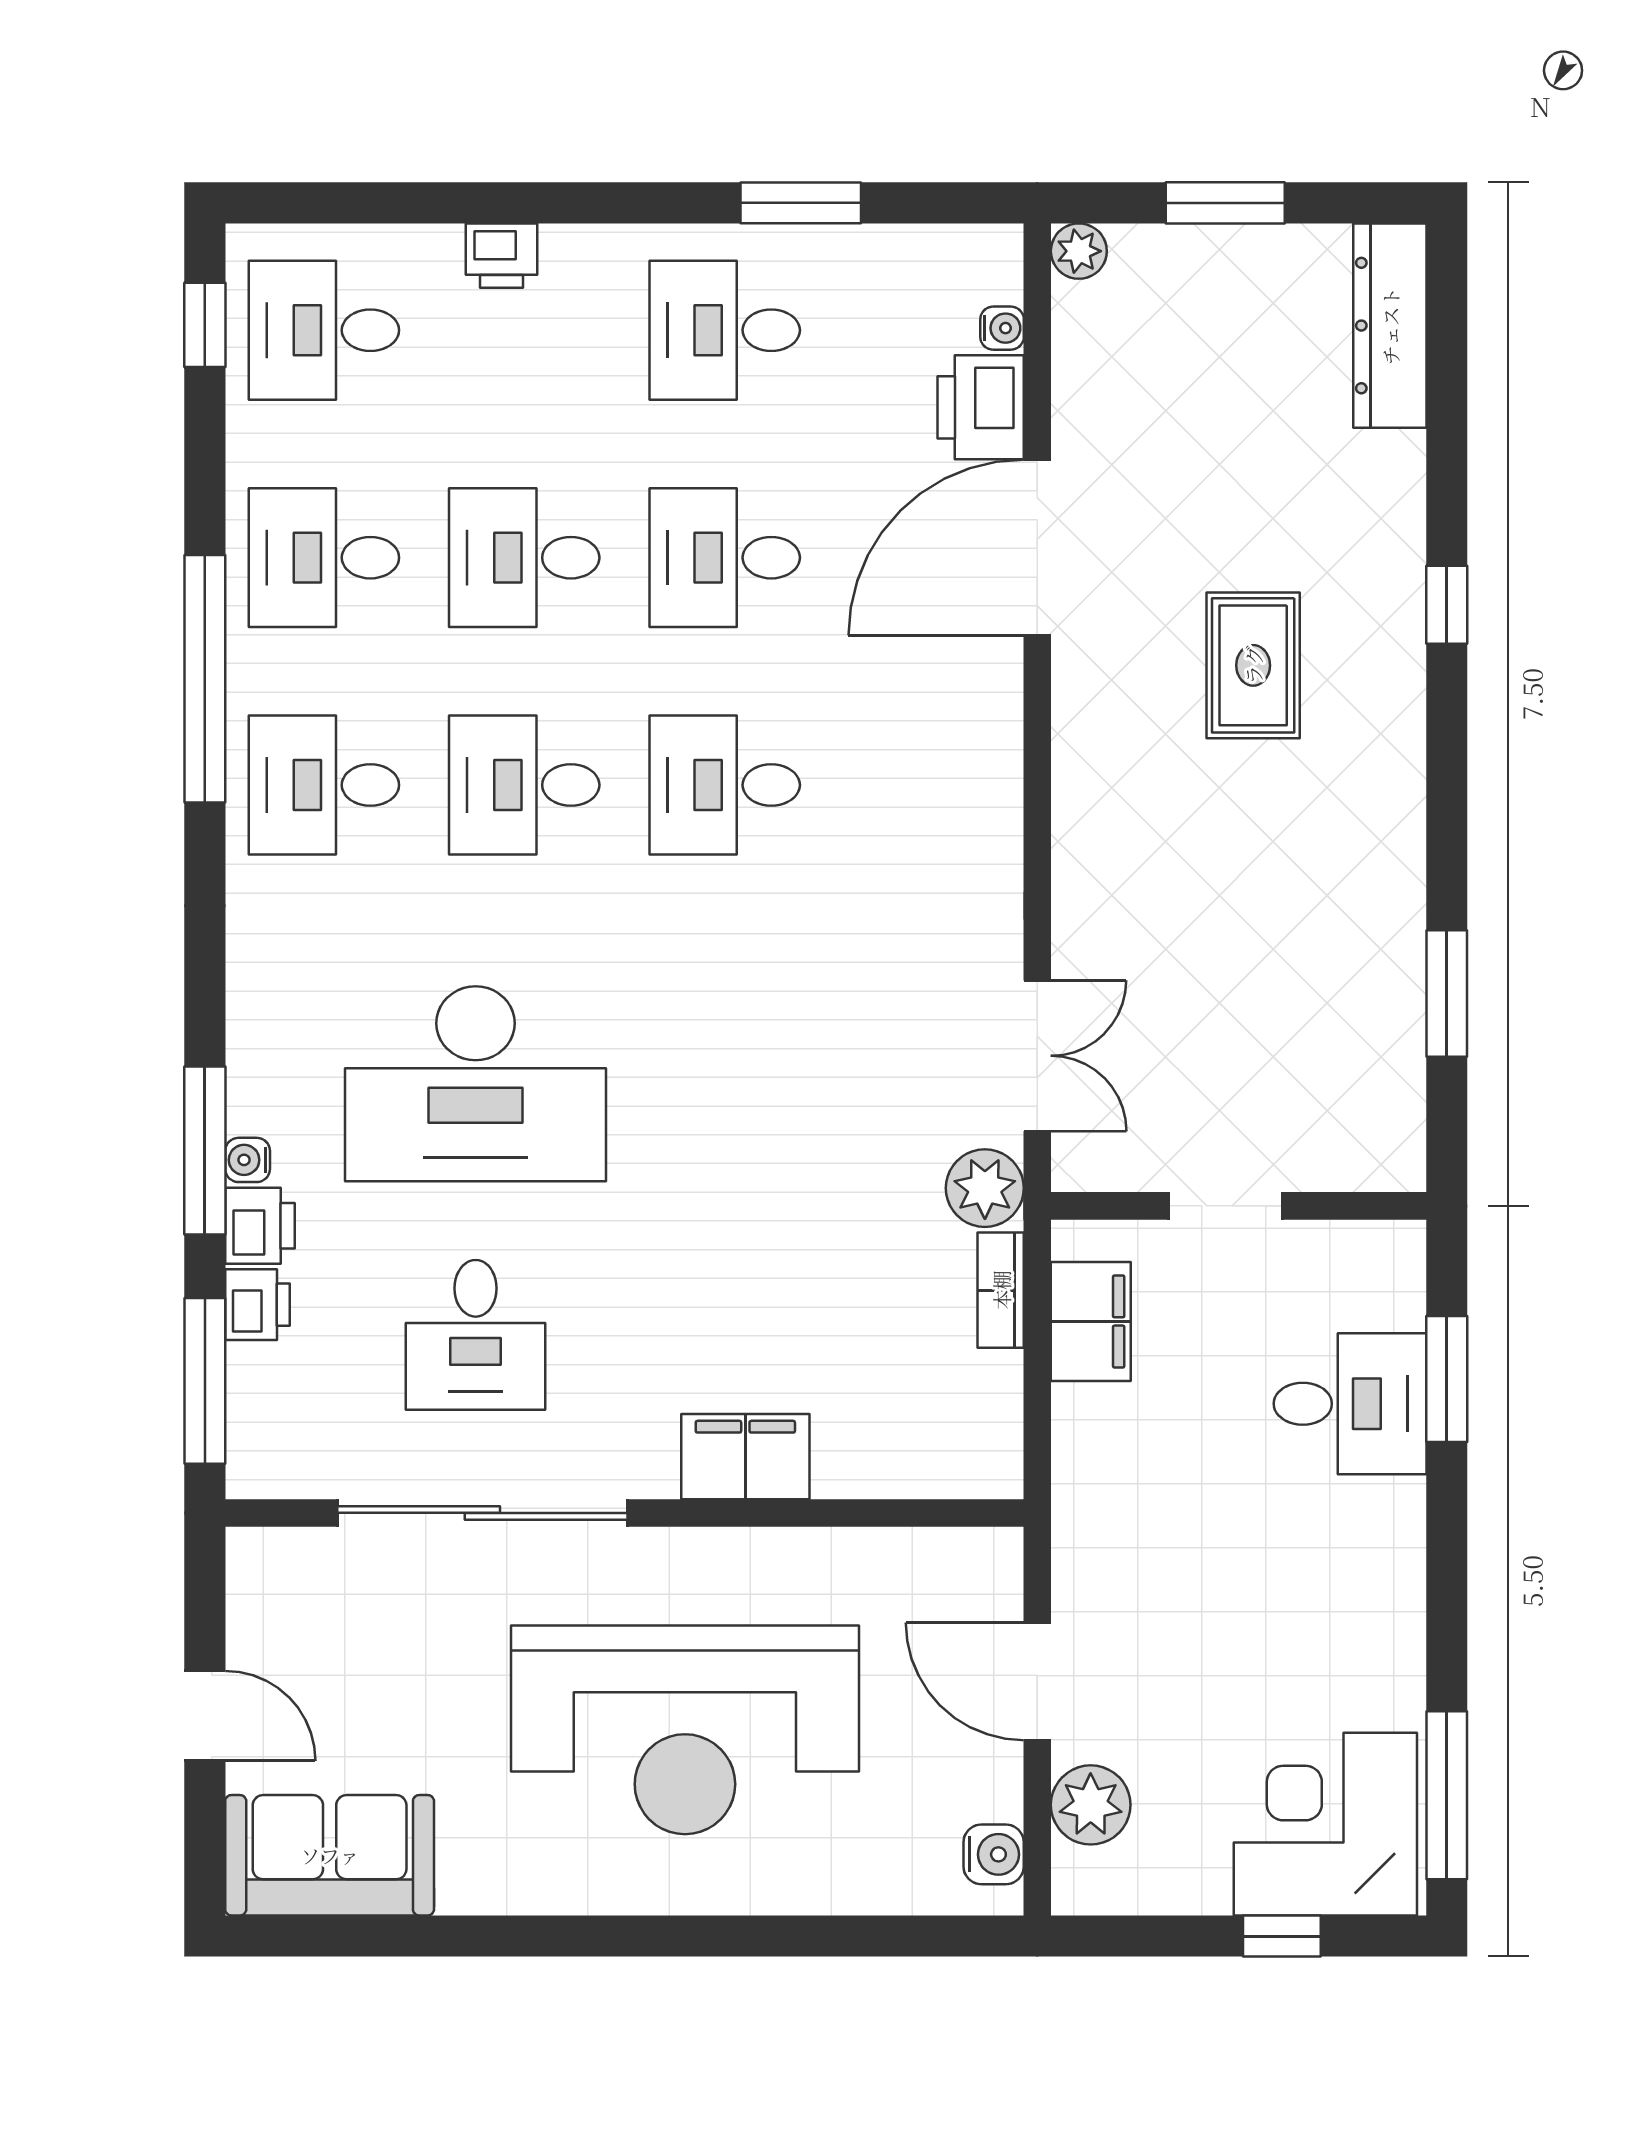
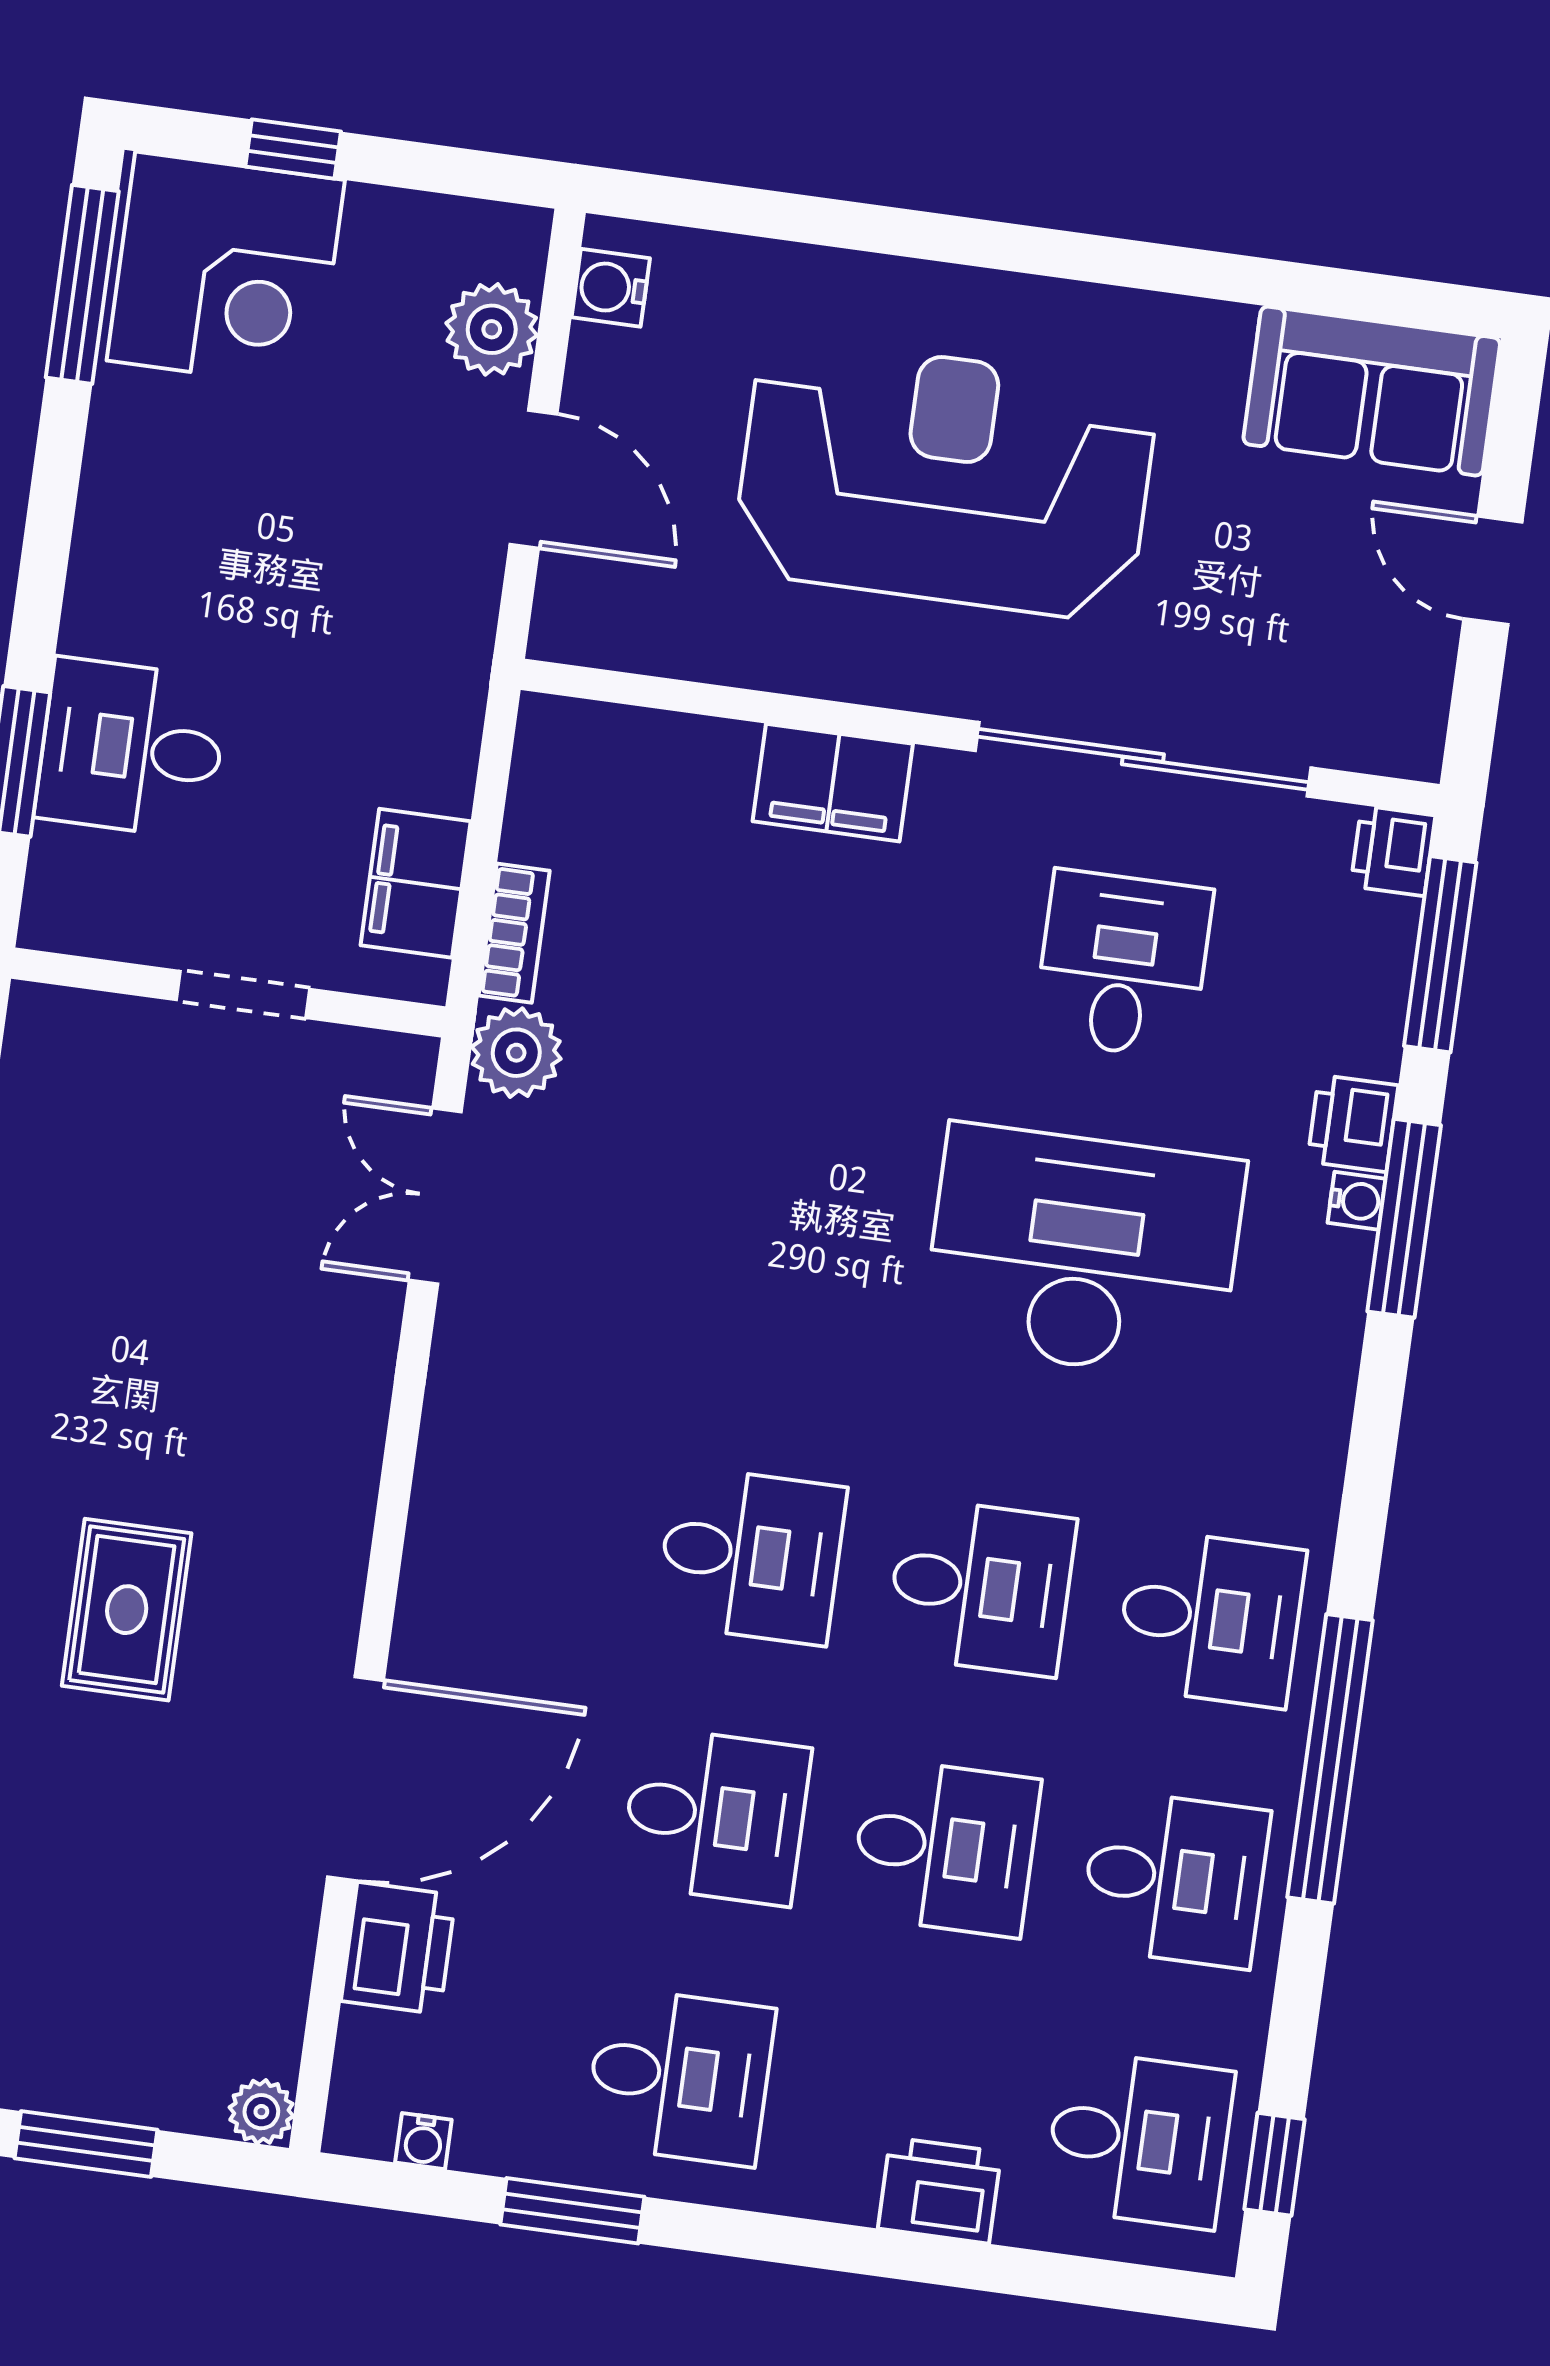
printer: (502, 256) -> (940, 2190), width x1.36, depth x1.24
water cooler: (1002, 328) -> (423, 2141), moved, turned -90
printer: (258, 1305) -> (1393, 851), moved

